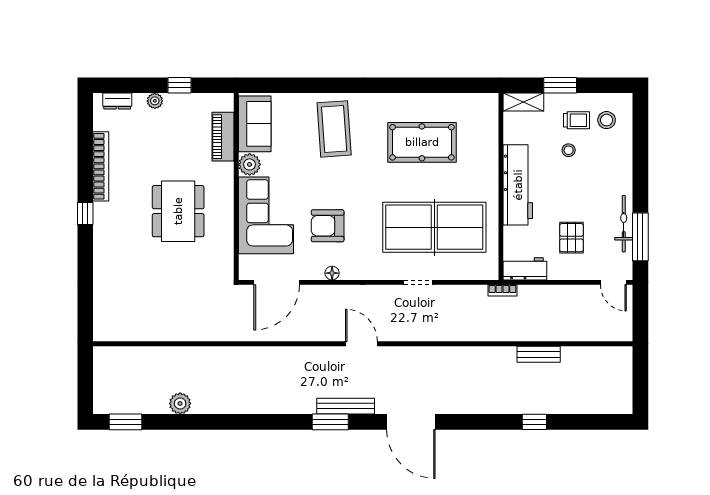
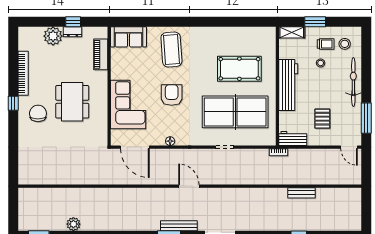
dresser: (117, 101) -> (73, 32), moved
plant: (155, 101) -> (53, 36), width x1.87, depth x1.87
sofa: (255, 124) -> (128, 37), moved, turned 90
pool table: (422, 142) -> (239, 69), moved
plant: (250, 164) -> (118, 72), removed
bicycle: (624, 224) -> (353, 82), moved, width x1.37, depth x1.40
armchair: (328, 226) -> (172, 95), moved, turned 90
chair: (124, 229) -> (38, 113), added
door: (277, 282) -> (135, 147), hinge flipped

